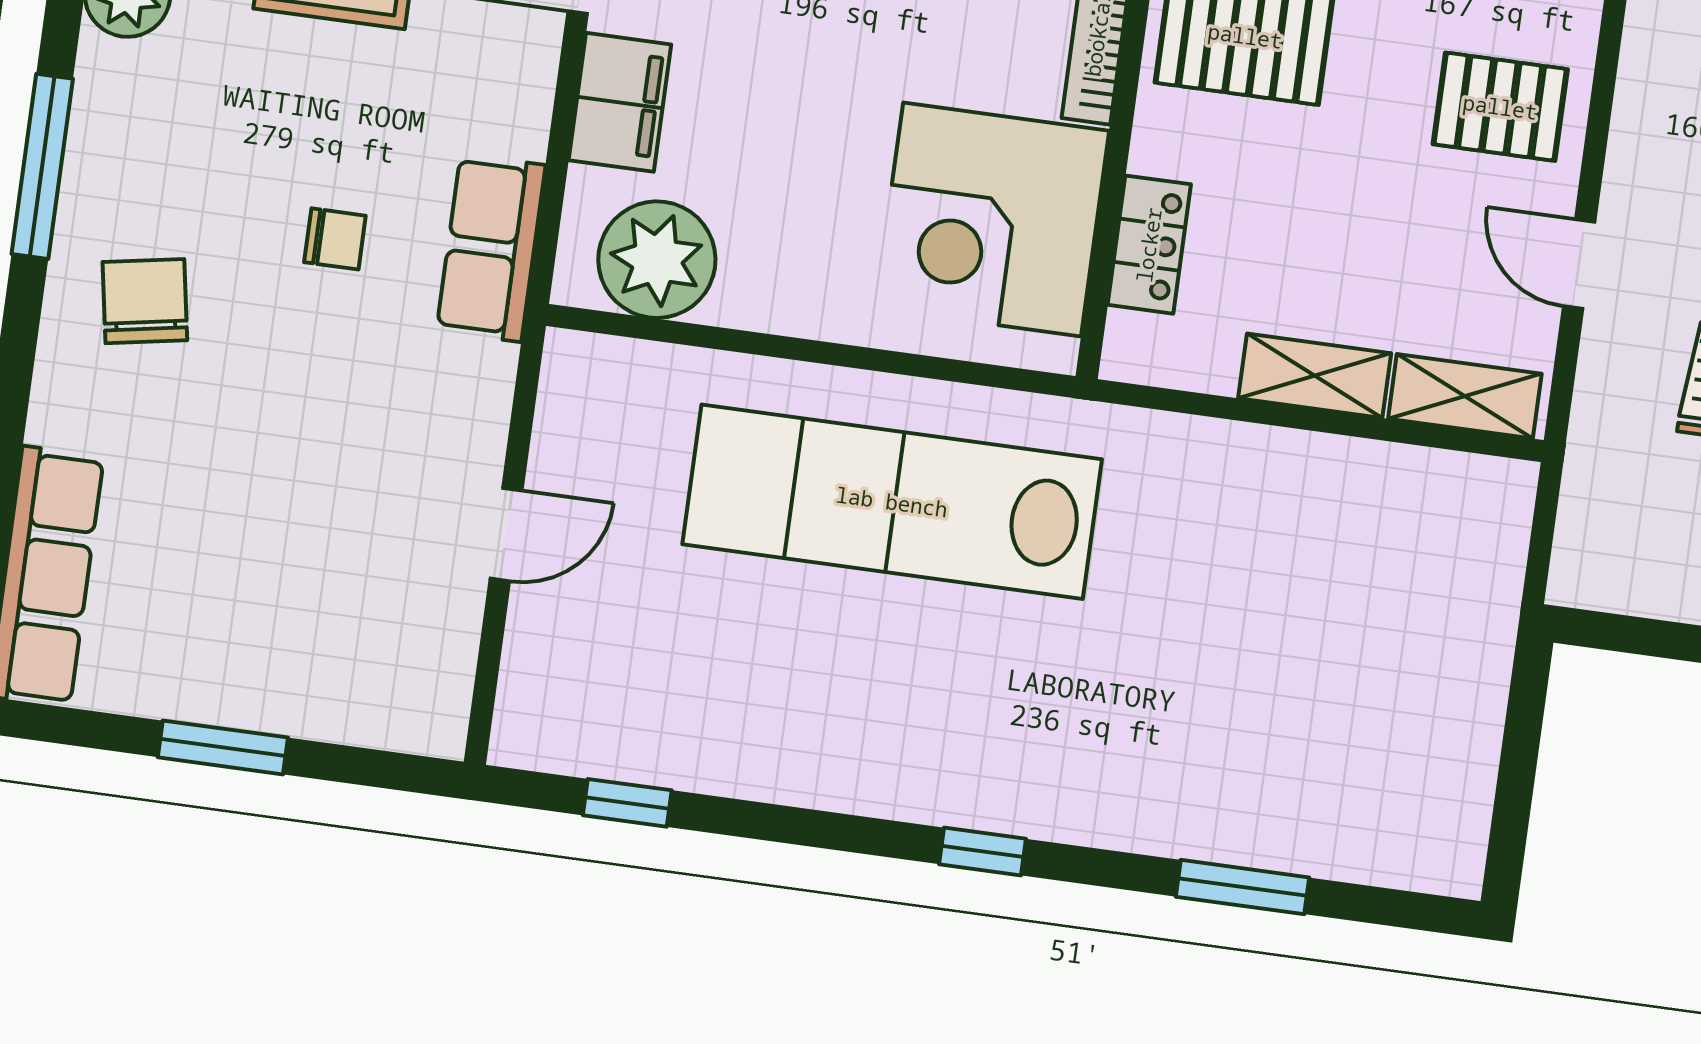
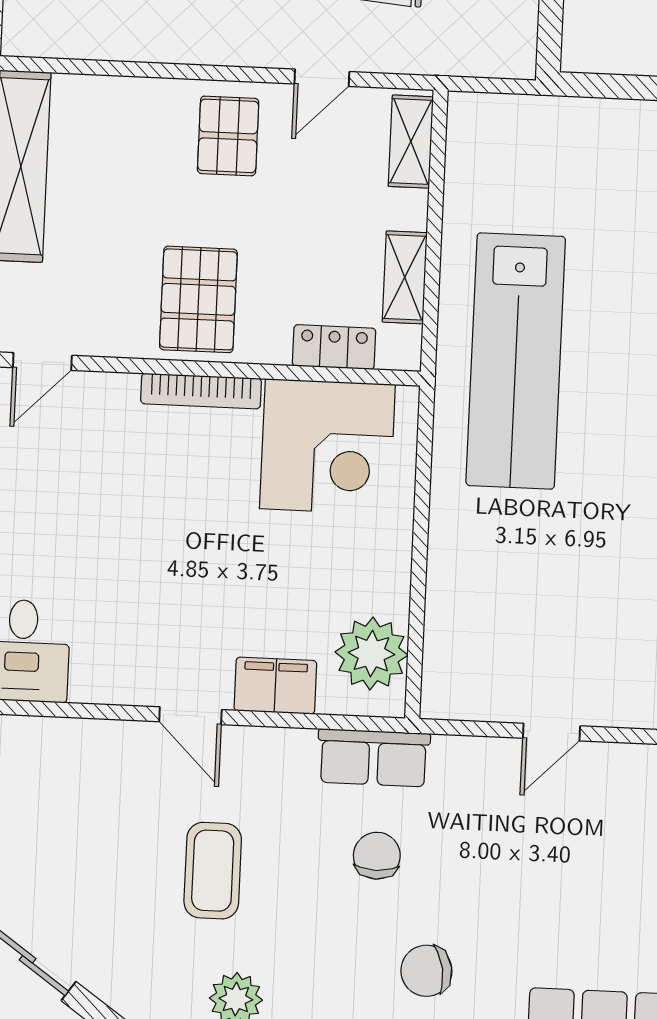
chair: (335, 239) -> (377, 856), width x1.37, depth x1.37
shelving: (1315, 376) -> (405, 277), moved
lab bench: (892, 502) -> (516, 361), moved
door: (506, 534) -> (552, 732), swing flipped

